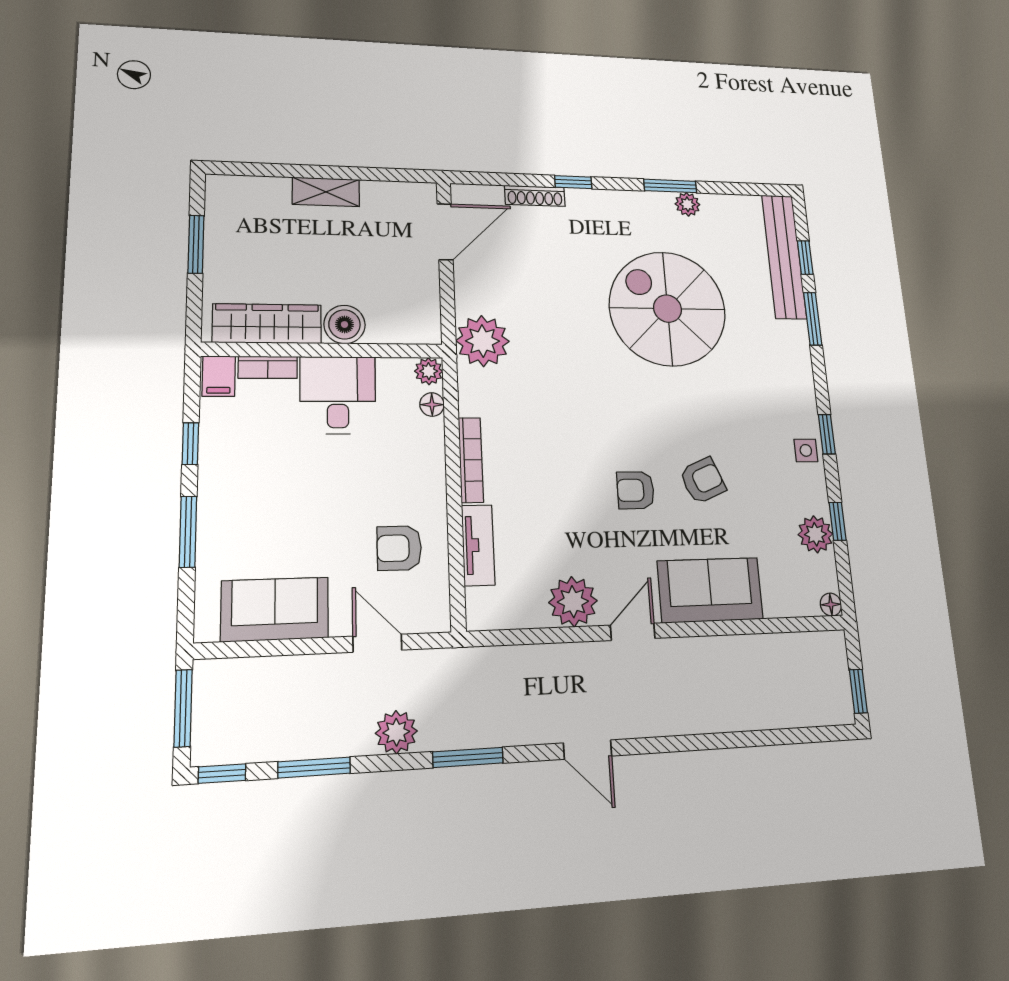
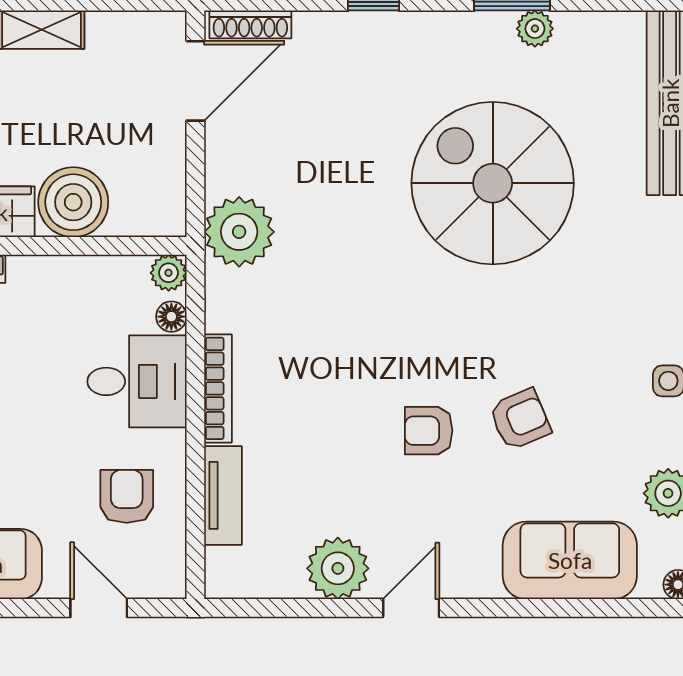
shoe rack: (535, 196) -> (250, 24), moved
boiler: (344, 324) -> (73, 202), width x1.37, depth x1.37
desk: (338, 395) -> (137, 381), moved, turned 90
armchair: (399, 548) -> (127, 496), turned 90
sofa: (710, 590) -> (570, 560), moved

